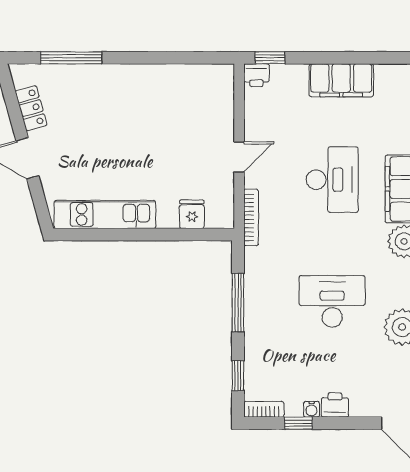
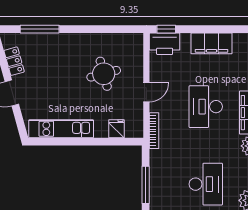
printer: (256, 75) -> (165, 44), width x1.87, depth x1.48
round table: (172, 128) -> (104, 74), added
desk: (332, 180) -> (206, 107), turned 180
desk: (332, 301) -> (206, 184), turned 90

